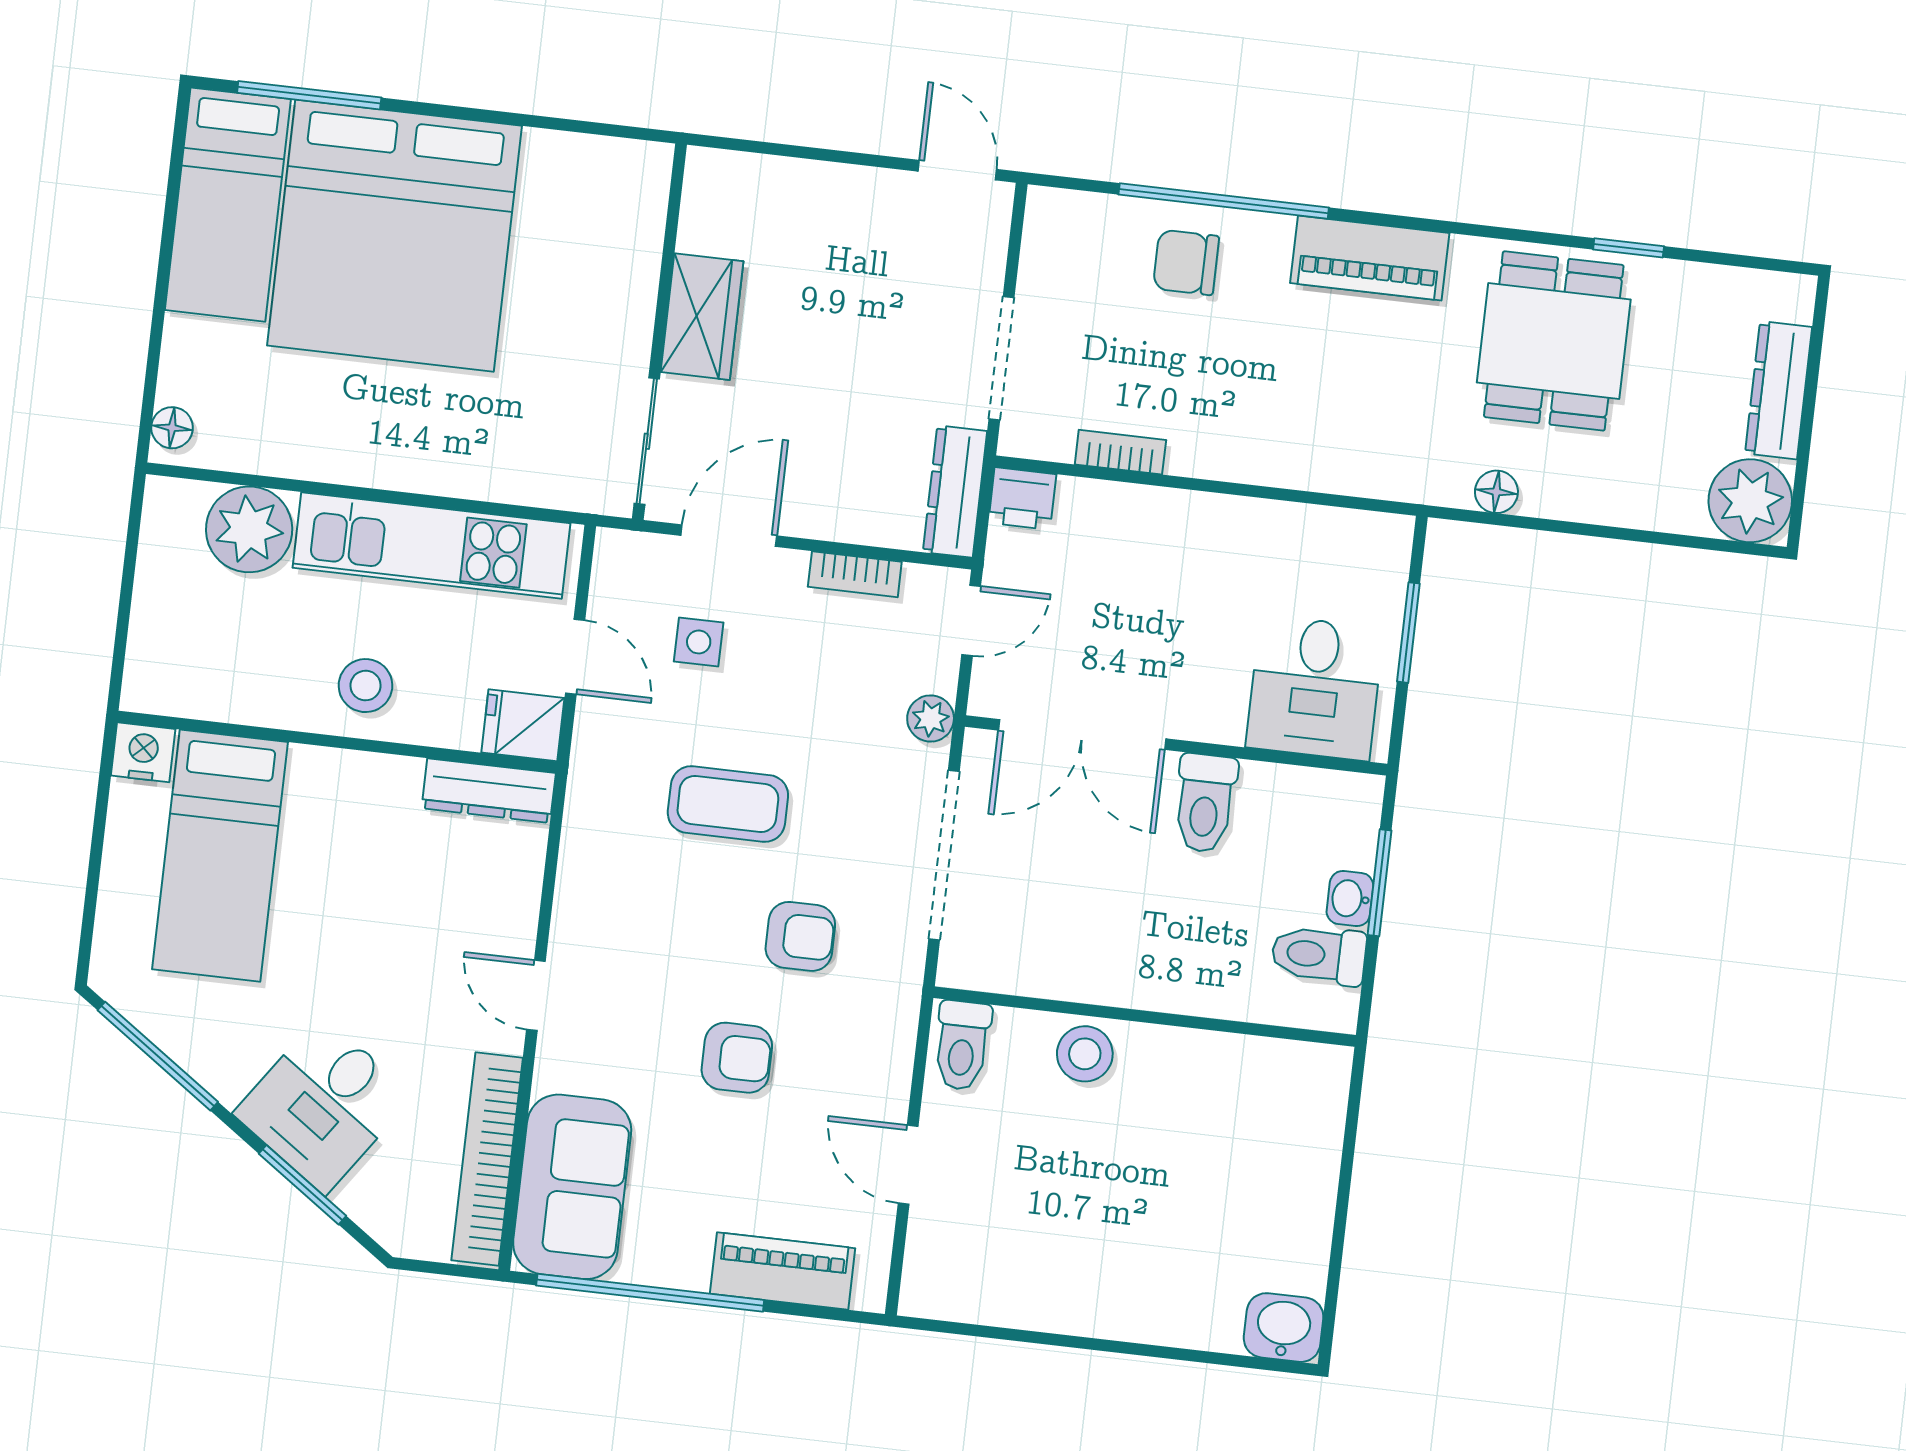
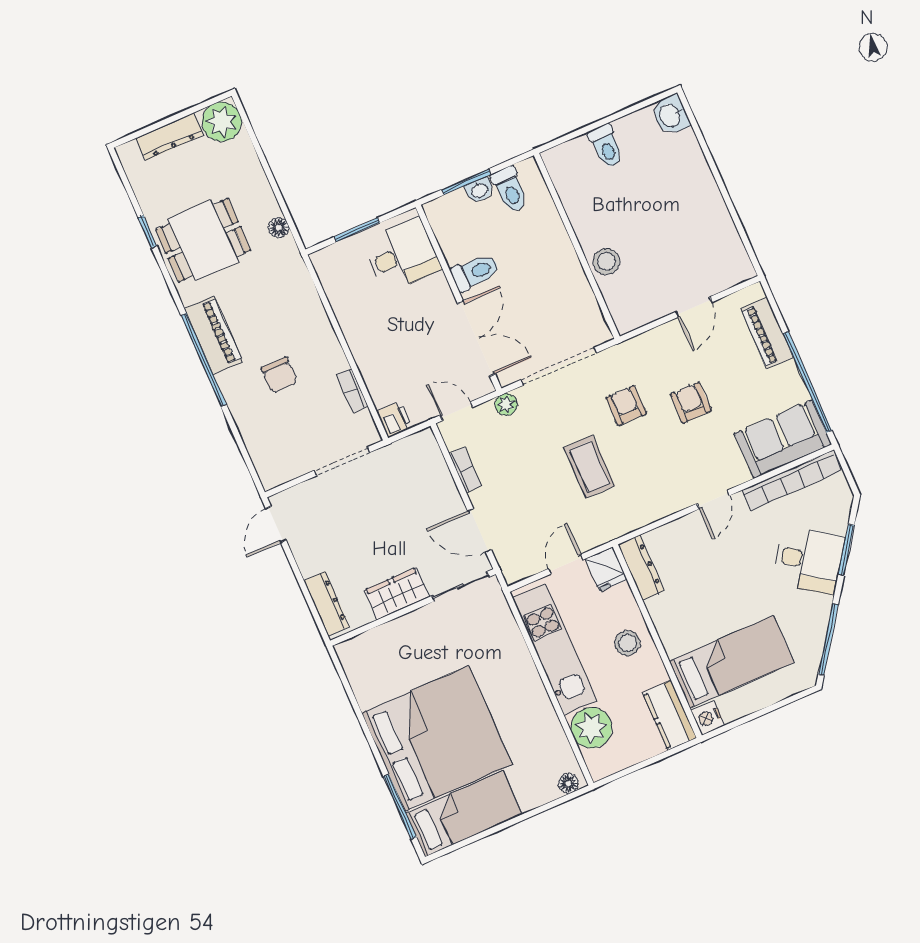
window: (1224, 201) -> (204, 360), moved
chair: (1186, 262) -> (279, 375), moved
dresser: (955, 492) -> (327, 604), moved, turned -90
side table: (699, 642) -> (530, 517), removed
kitchen counter: (188, 685) -> (670, 715), added
toilet: (962, 1045) -> (606, 146), moved, turned 90

